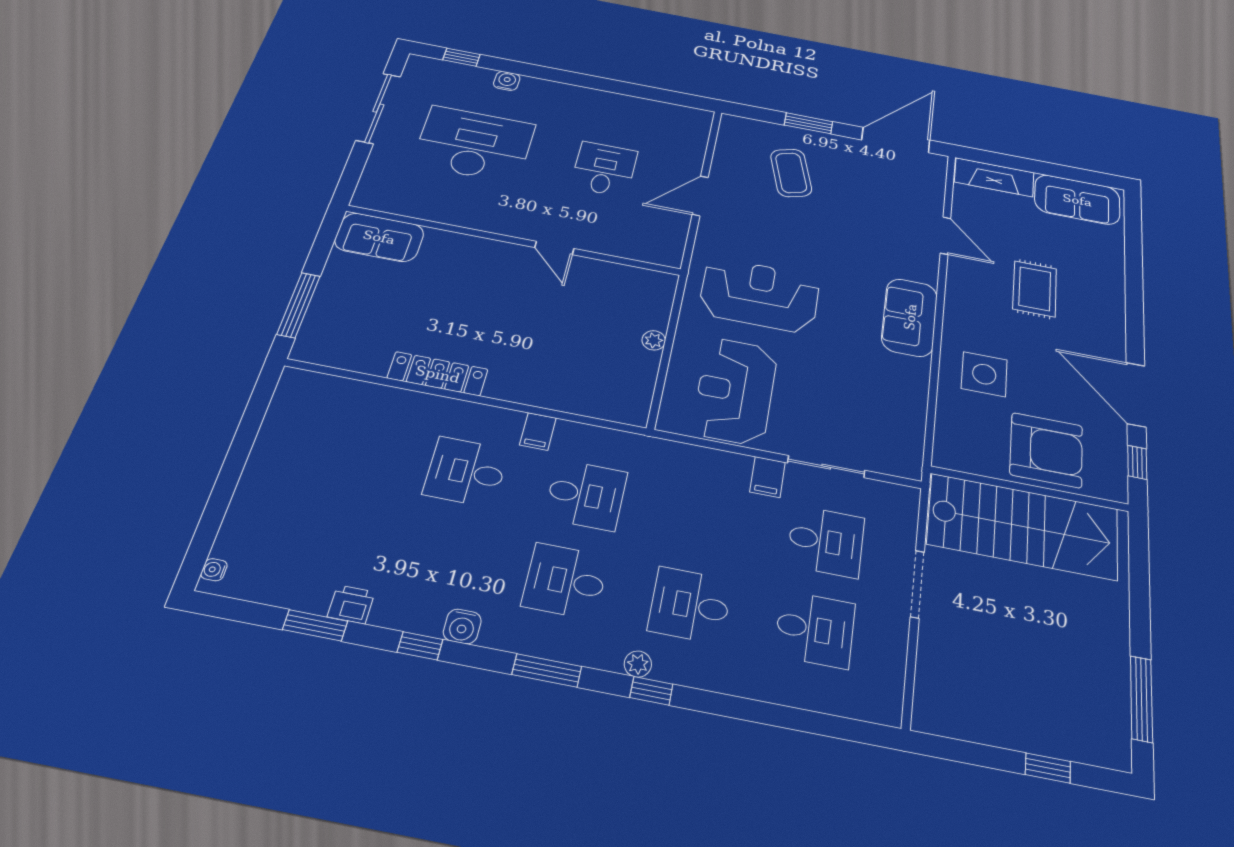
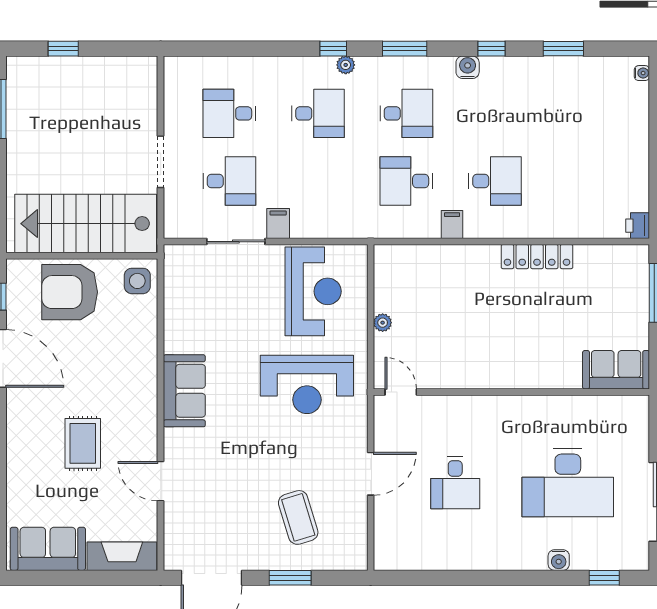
door: (554, 248) -> (401, 392), moved
side table: (984, 374) -> (137, 281), moved, width x0.73, depth x0.73
desk: (826, 541) -> (229, 181), turned 180
printer: (351, 604) -> (638, 226), moved, turned 90

